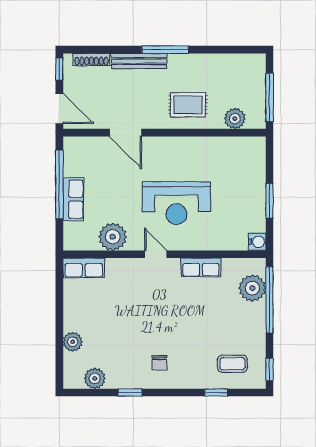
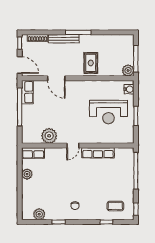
rug: (188, 105) -> (91, 63), turned 90
plant: (235, 119) -> (128, 70), moved
row of seats: (73, 199) -> (27, 92), moved
reception desk: (176, 203) -> (108, 112), moved
water cooler: (257, 242) -> (129, 89), moved
door: (156, 254) -> (73, 146), swing flipped
row of seats: (201, 267) -> (98, 153), width x1.48
plant: (252, 288) -> (126, 164), removed
plant: (73, 342) -> (27, 174), moved

